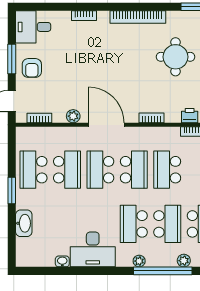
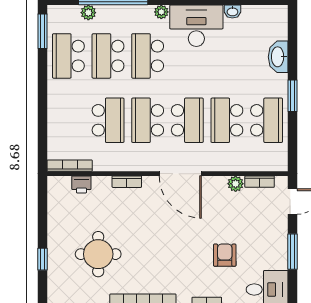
armchair: (32, 68) -> (225, 255), moved
plant: (73, 116) -> (236, 184), moved
school desk: (134, 224) -> (148, 56), turned 180
plant: (139, 261) -> (161, 12), moved

